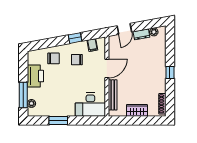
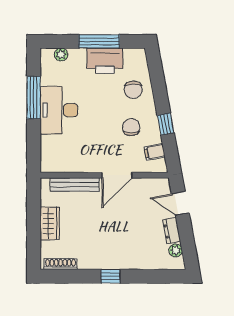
door: (107, 69) -> (117, 175), hinge flipped
window: (23, 95) -> (99, 41), moved
desk: (90, 105) -> (59, 110), moved
window: (58, 121) -> (34, 97), width x1.44

